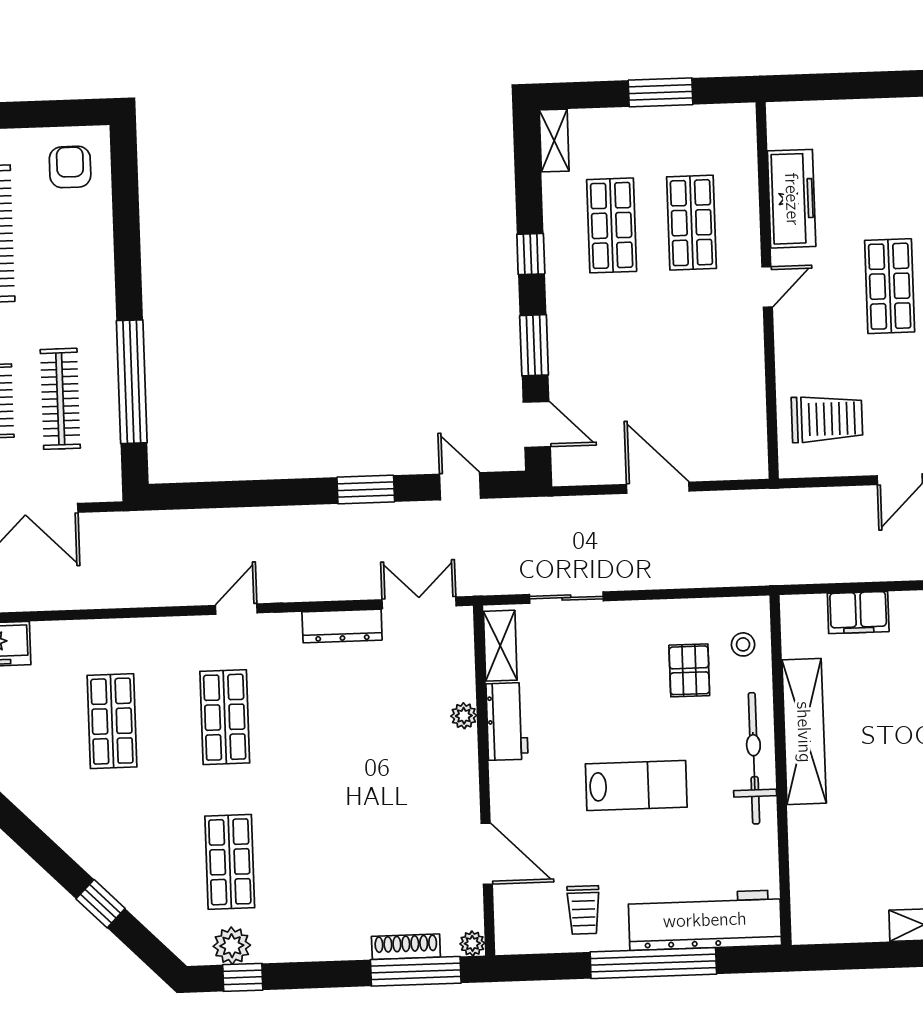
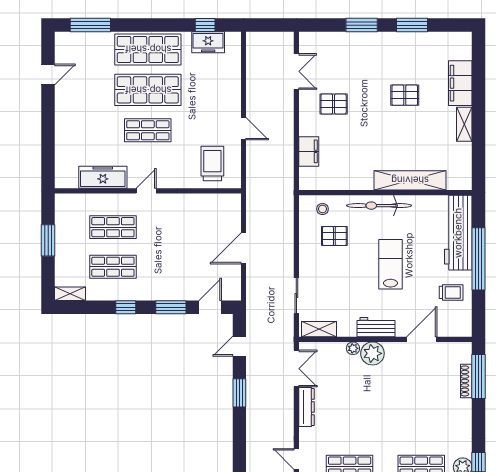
door: (767, 287) -> (146, 191), hinge flipped
double door: (419, 603) -> (296, 369), swing flipped
workbench: (507, 721) -> (376, 327), moved
shelving: (804, 732) -> (410, 180), moved
plant: (472, 943) -> (372, 353), moved, width x1.87, depth x1.87

